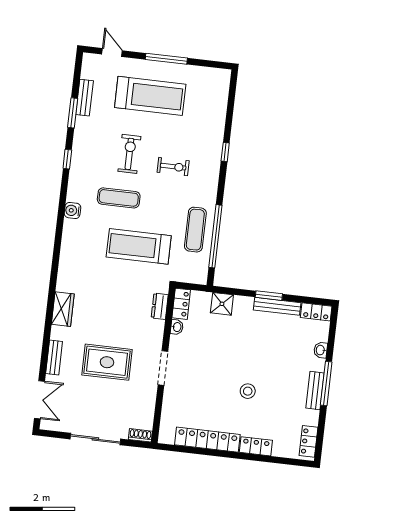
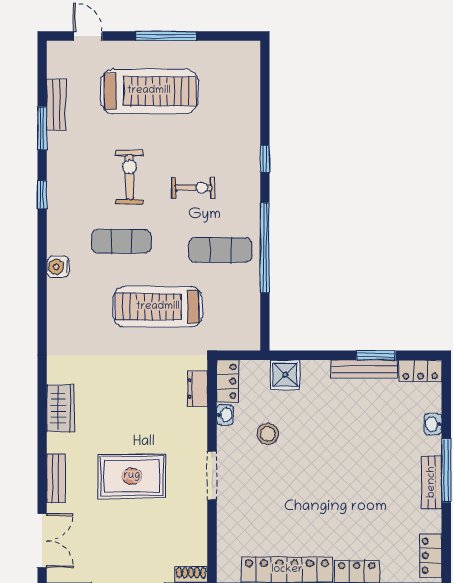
exercise mat: (195, 230) -> (220, 250), moved, turned 90
window: (215, 236) -> (265, 248), moved
window: (269, 296) -> (376, 355), moved
stool: (248, 391) -> (268, 434), moved

